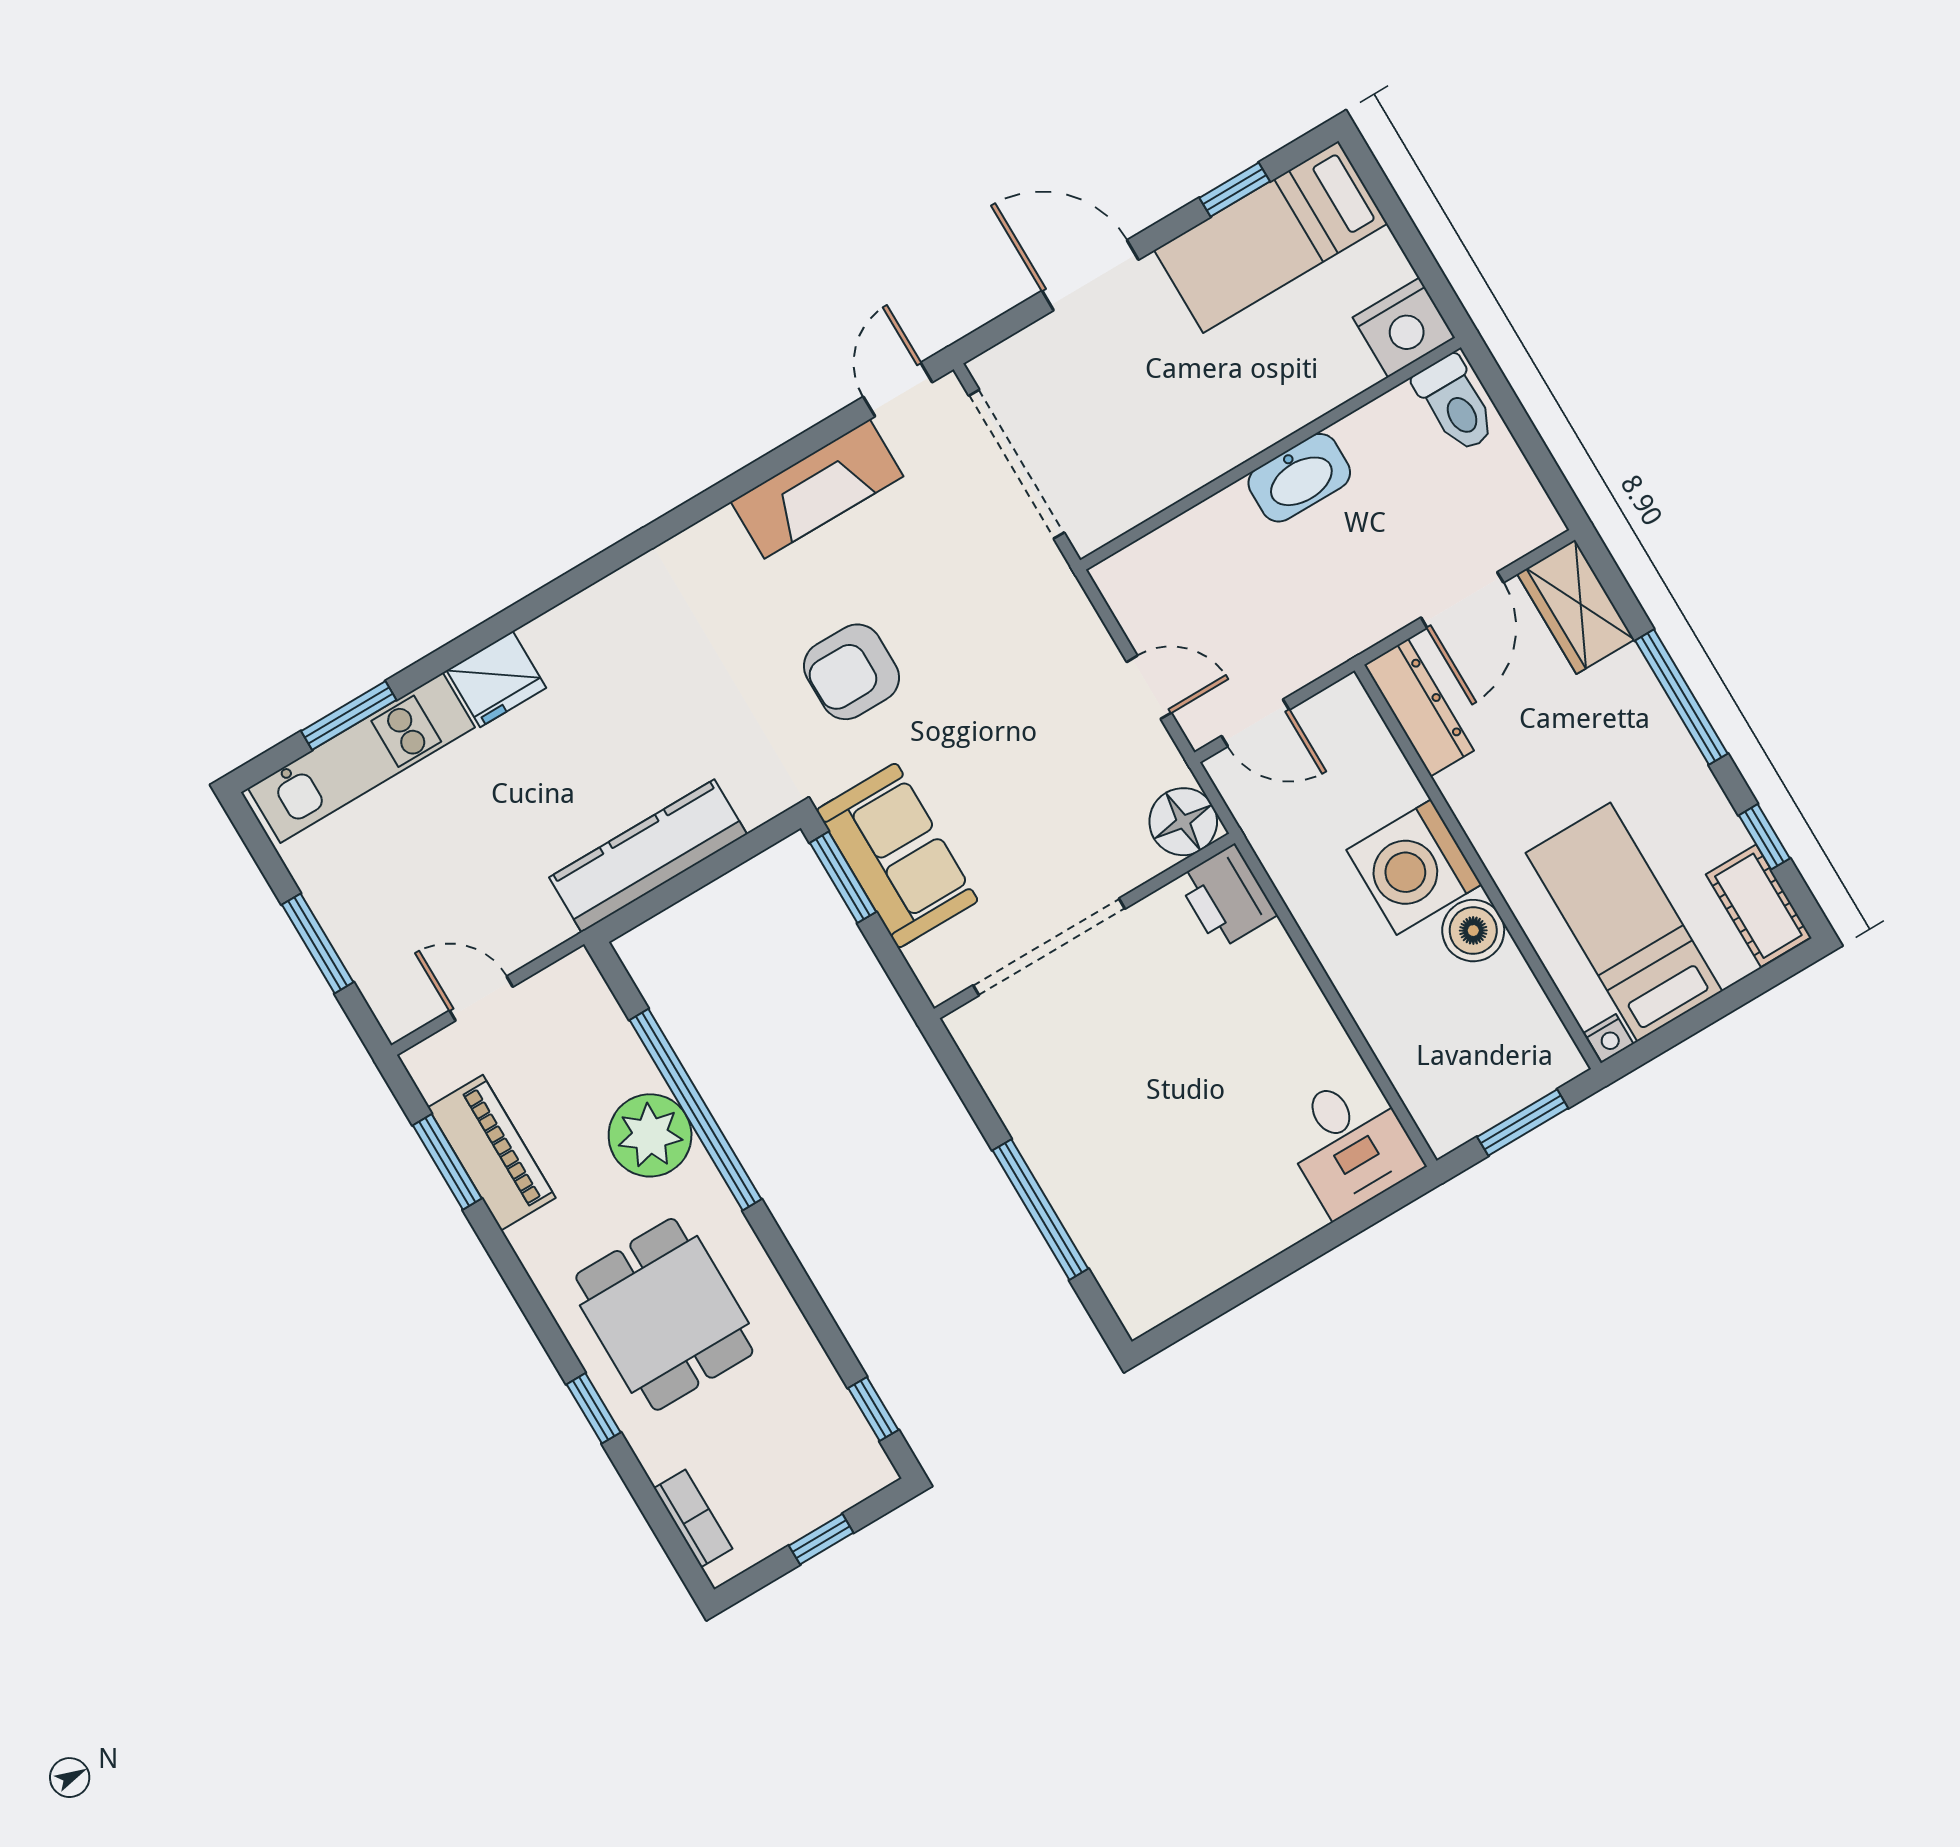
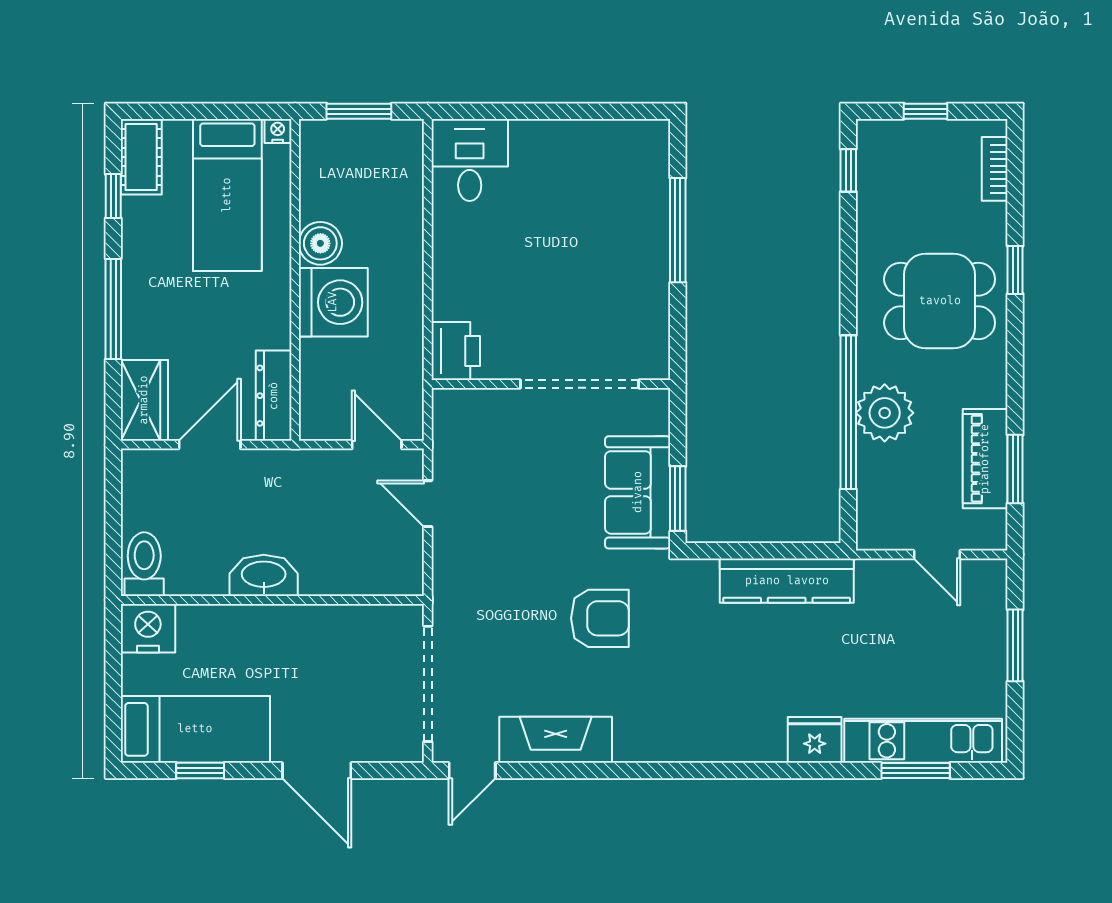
floor lamp: (1183, 822) -> (455, 411), removed
dining table: (664, 1314) -> (940, 301), turned 90

